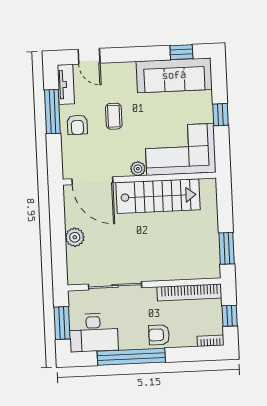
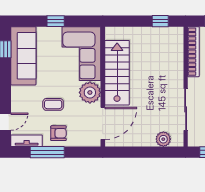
plant: (138, 169) -> (90, 93), width x1.88, depth x1.88
plant: (75, 237) -> (163, 139), moved
window: (227, 248) -> (160, 21), width x0.67

